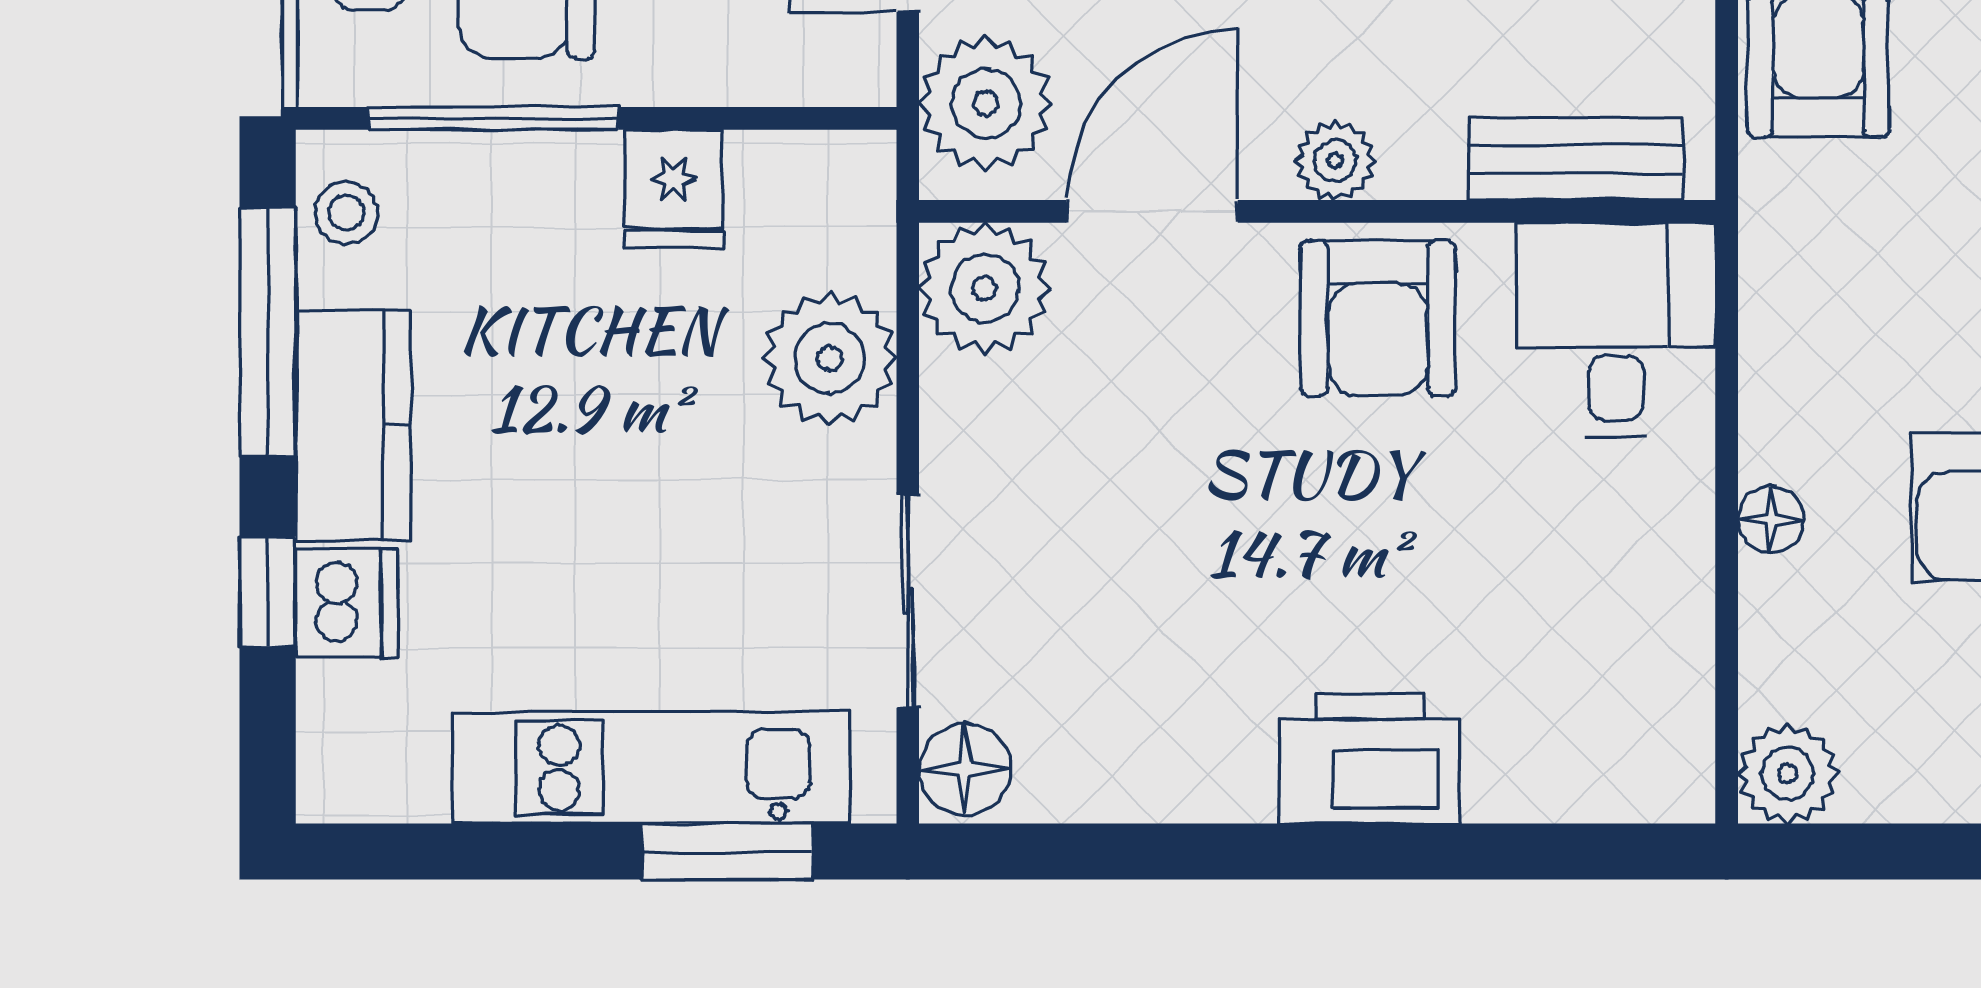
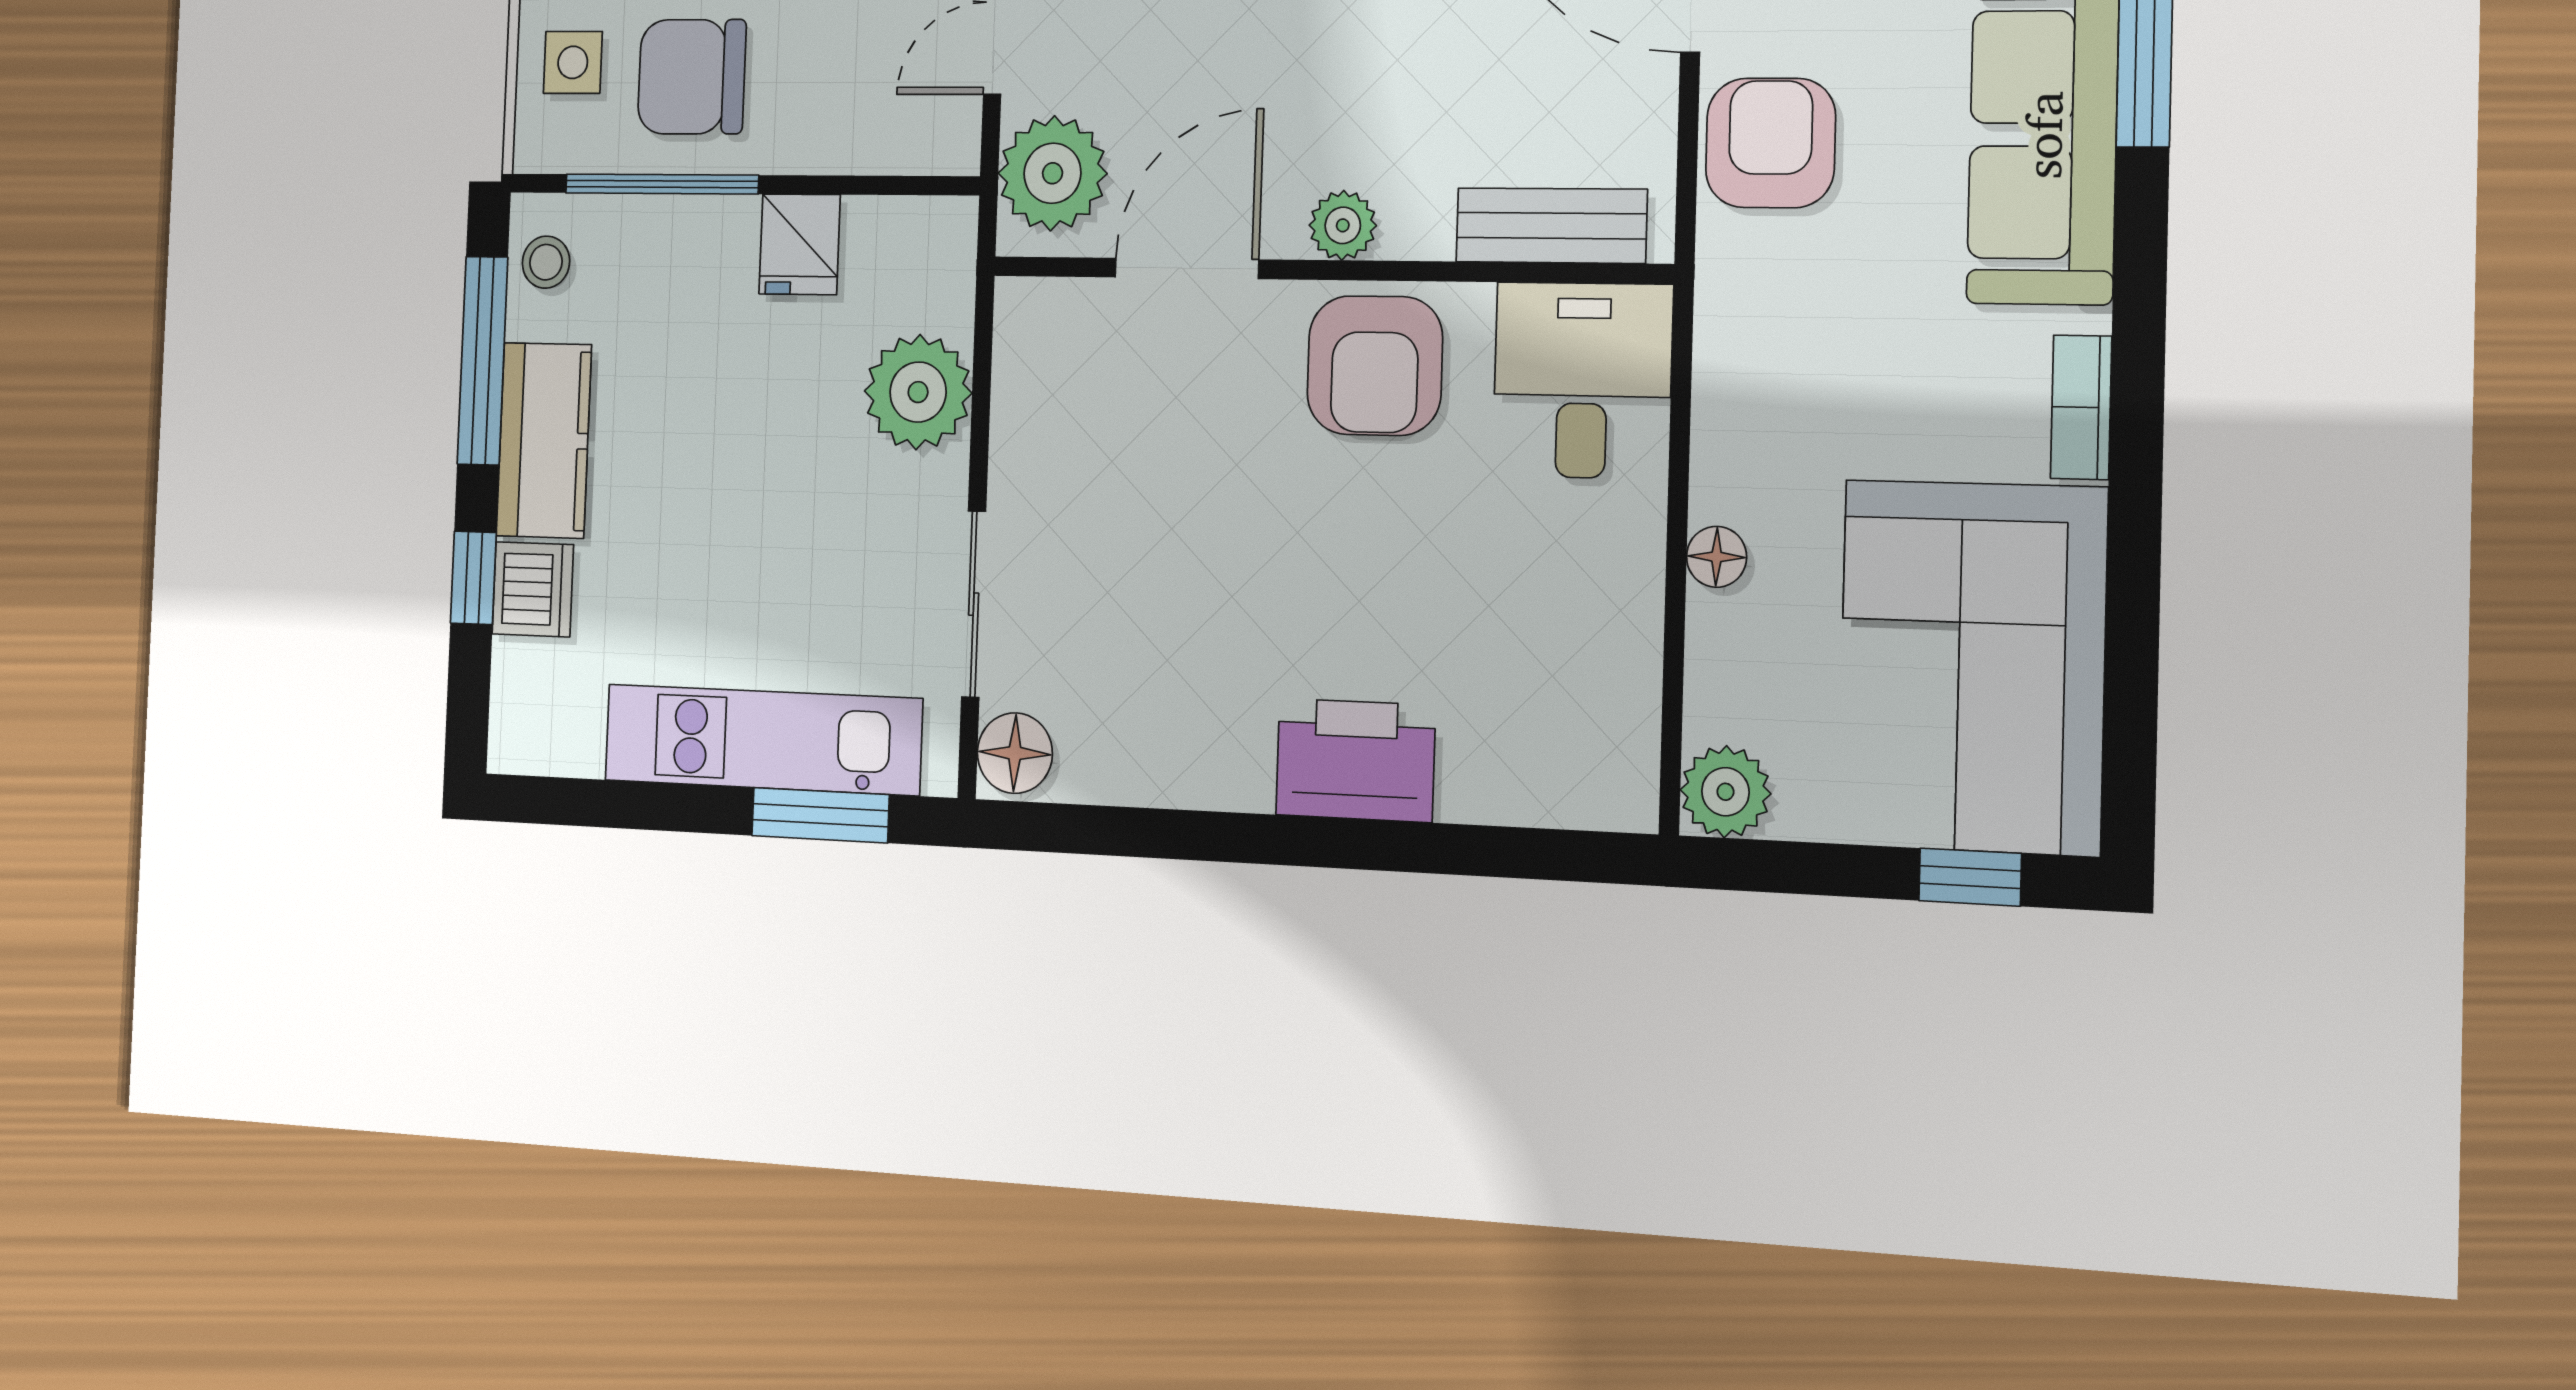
plant: (985, 288) -> (1046, 334), removed

